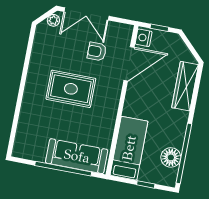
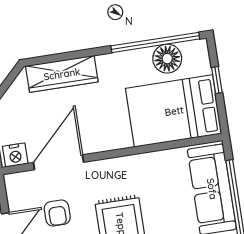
door: (129, 64) -> (59, 162), hinge flipped
bed: (129, 148) -> (174, 111), width x1.50

